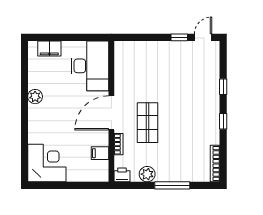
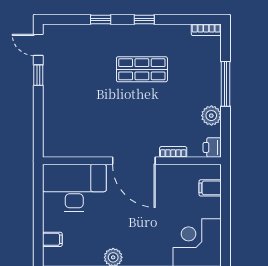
filing cabinet: (49, 48) -> (52, 239), width x0.50
shop shelf: (147, 123) -> (142, 69), moved
filing cabinet: (100, 153) -> (210, 188), moved, turned 90
bookcase: (215, 163) -> (206, 30), width x0.64

